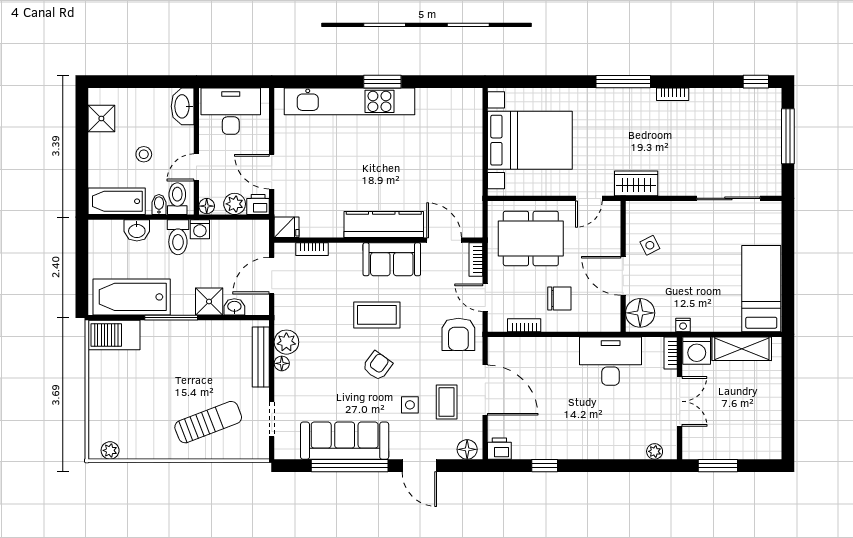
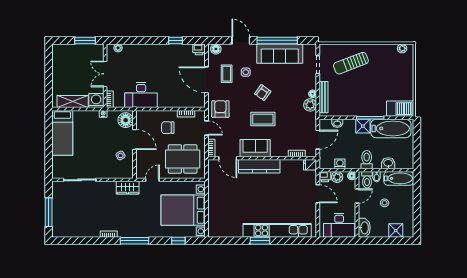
window: (756, 82) -> (178, 241), moved
shower: (101, 118) -> (396, 231), moved
washing machine: (200, 229) -> (340, 164), moved
shower: (209, 302) -> (363, 126), moved

